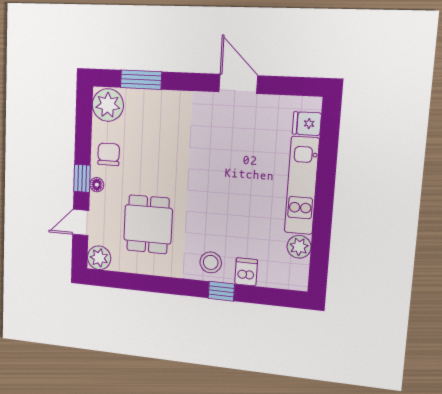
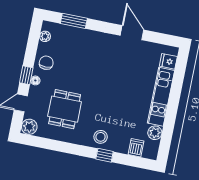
plant: (108, 105) -> (45, 36), width x0.53, depth x0.53
dishwasher: (246, 272) -> (136, 148), moved

